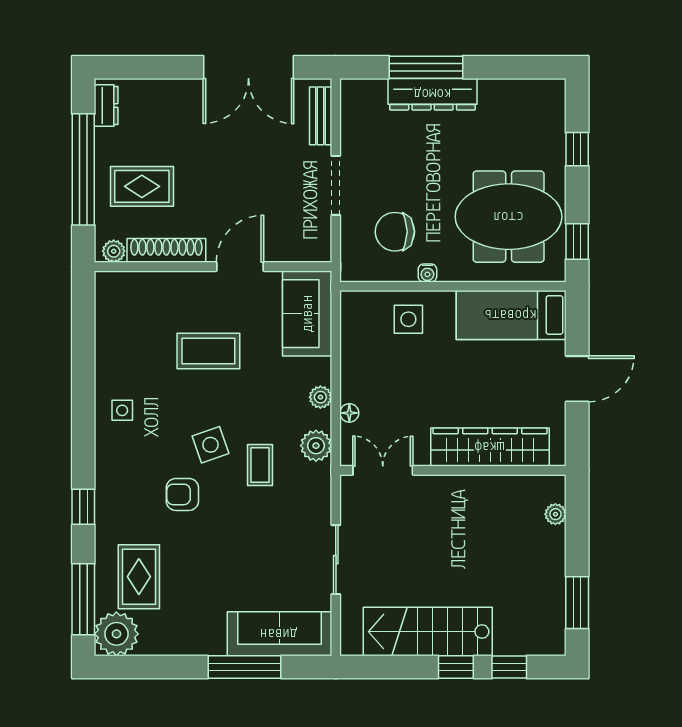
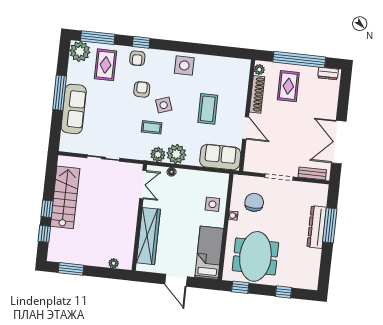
plant: (320, 397) -> (176, 154), width x1.88, depth x1.88
side table: (122, 410) -> (184, 65), width x1.87, depth x1.87
armchair: (118, 511) -> (137, 58), added
rug: (139, 577) -> (105, 65), turned 90
sofa: (279, 634) -> (74, 109), moved
window: (244, 667) -> (60, 93), moved

